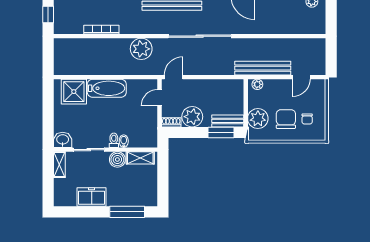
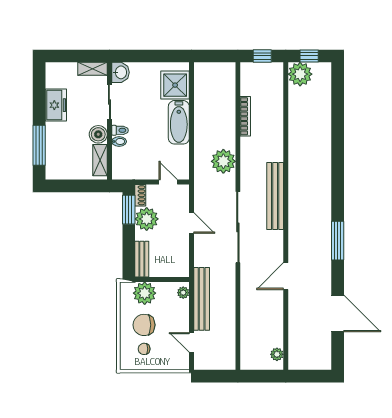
door: (174, 77) -> (191, 223), moved
chair: (286, 119) -> (144, 325), turned 180
window: (221, 132) -> (129, 210), moved

